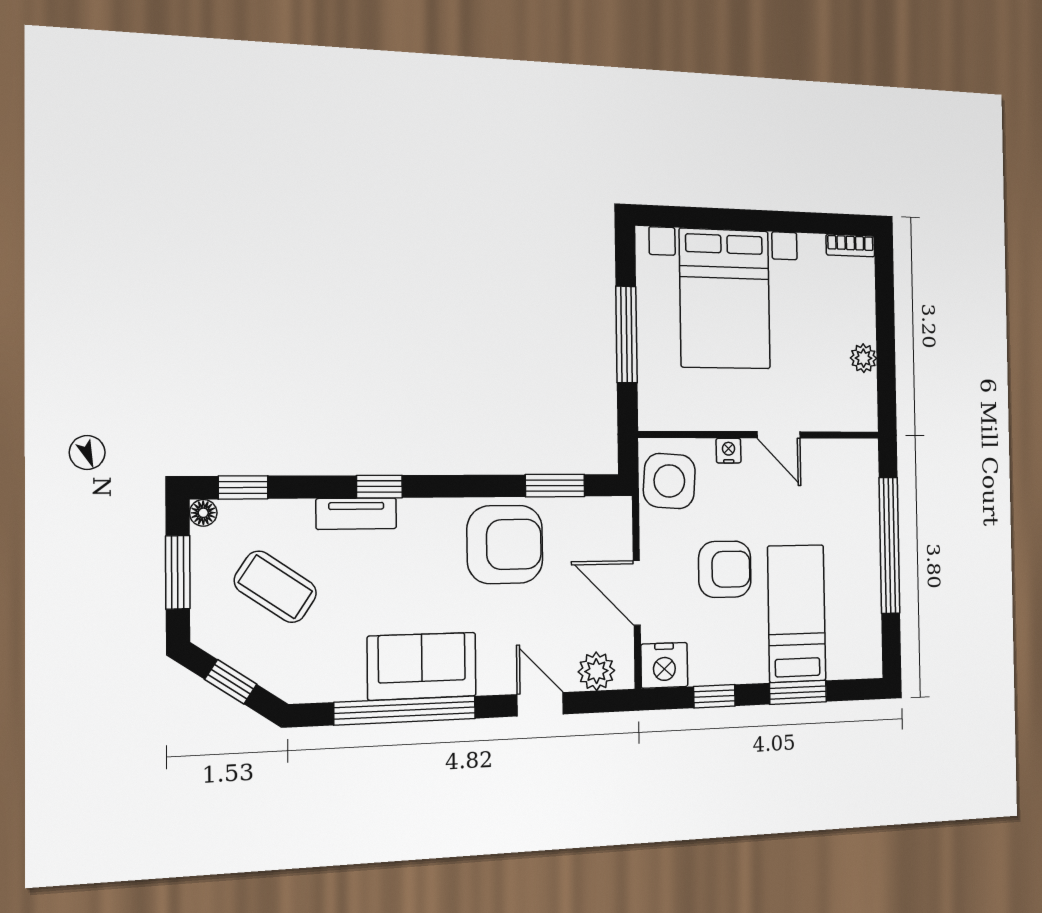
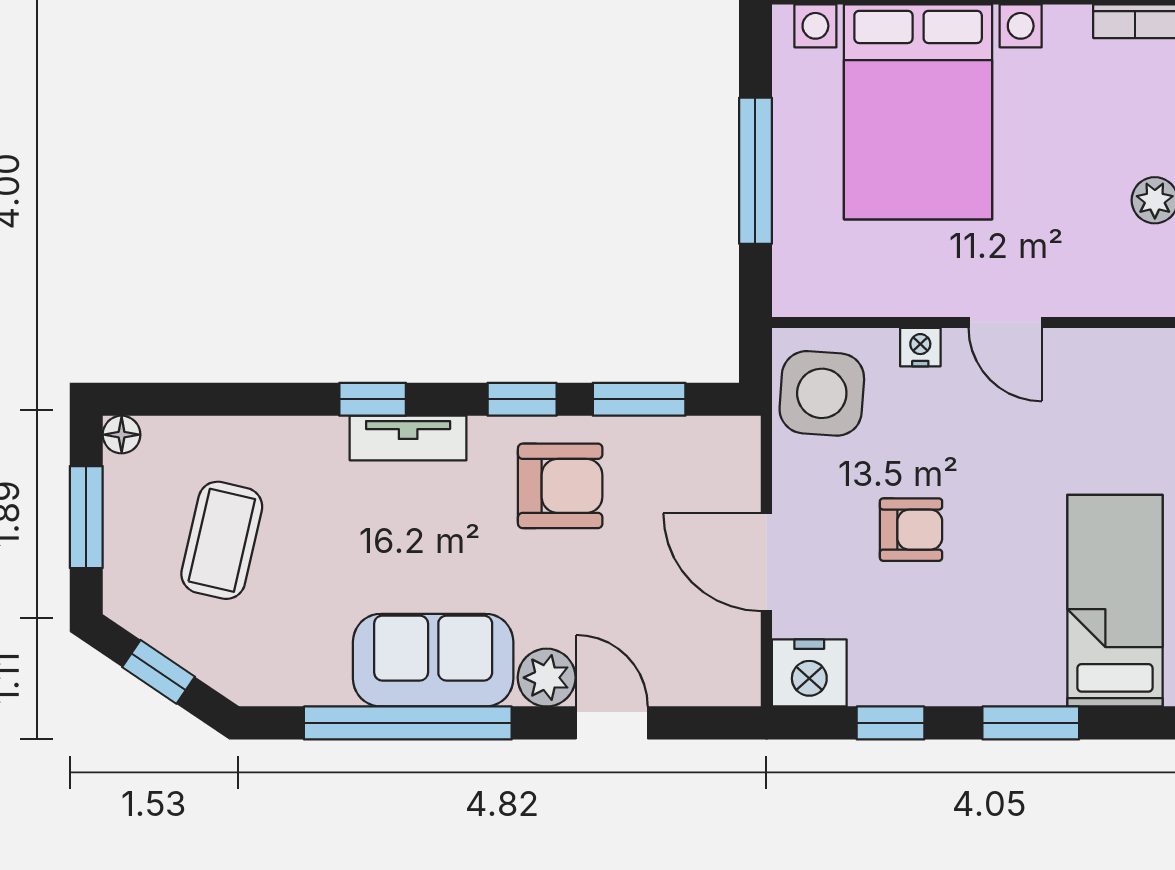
window: (243, 487) -> (522, 399), moved
tv unit: (356, 514) -> (408, 438), moved
armchair: (505, 544) -> (560, 486), width x0.73, depth x0.73
armchair: (725, 569) -> (911, 530), width x0.72, depth x0.72
coffee table: (275, 587) -> (222, 540), turned 69
bed: (797, 613) -> (1115, 601), moved
plant: (596, 671) -> (547, 678), moved

